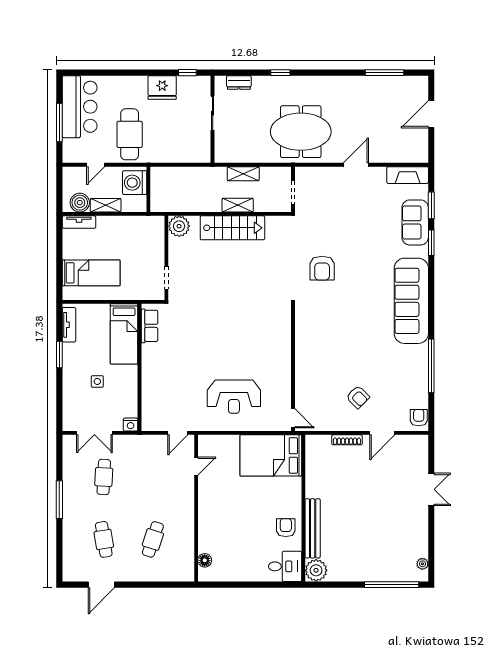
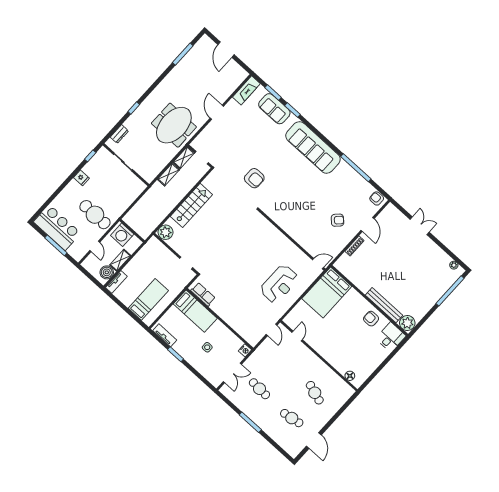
fridge: (162, 88) -> (81, 178), width x0.53, depth x0.75
shelving: (238, 205) -> (184, 158), moved

